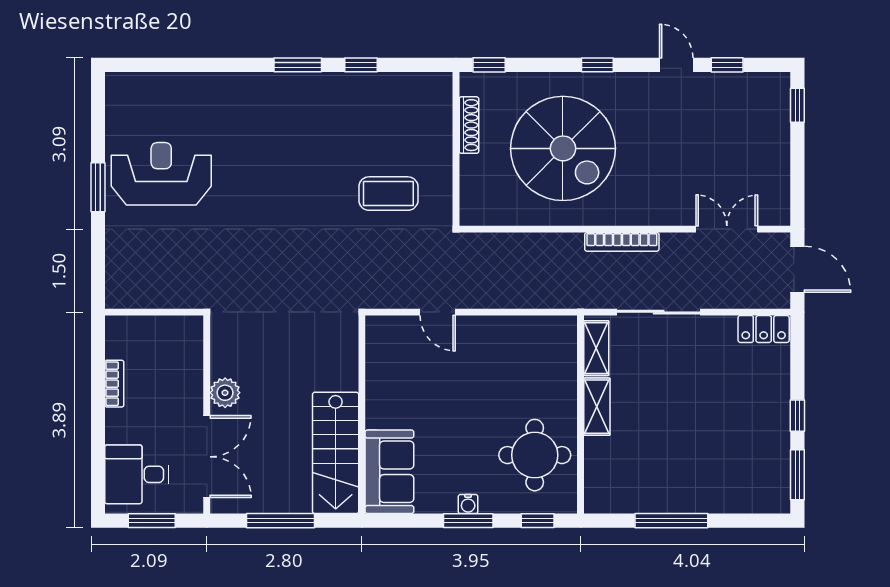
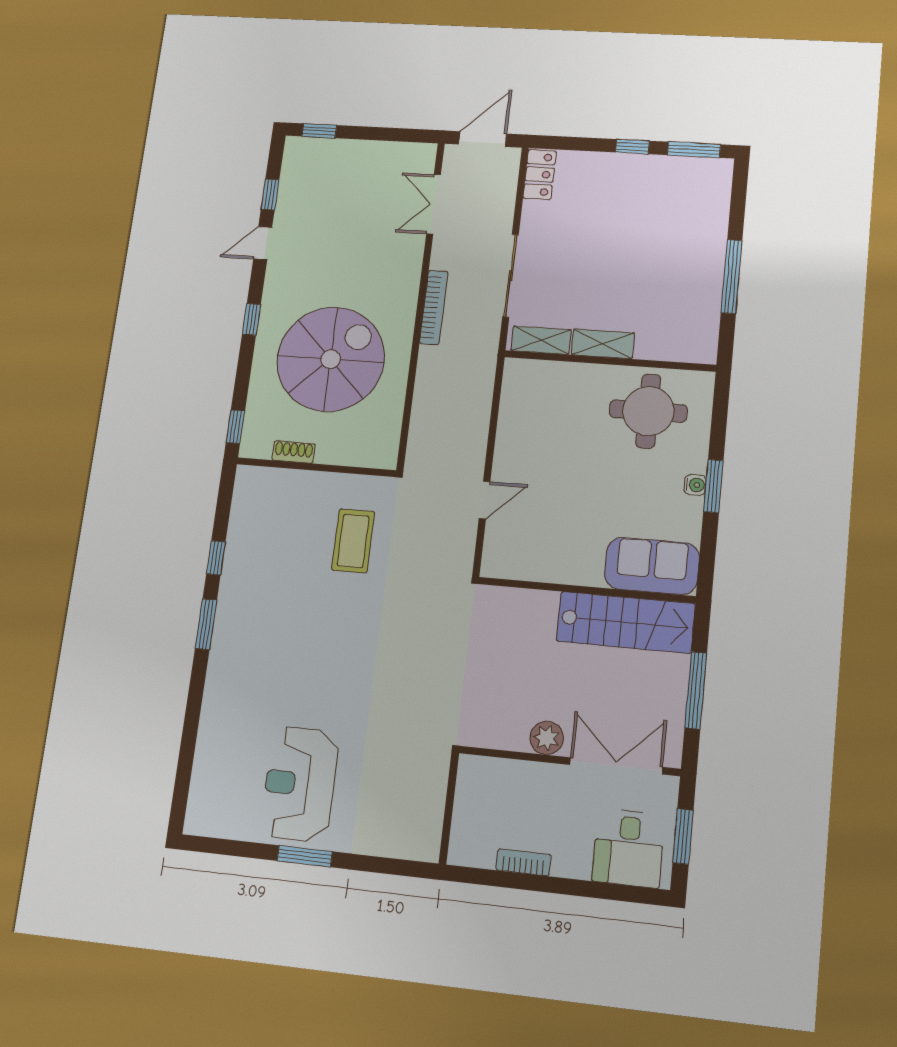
shoe rack: (469, 125) -> (294, 452), width x0.70
window: (538, 521) -> (720, 413), removed

